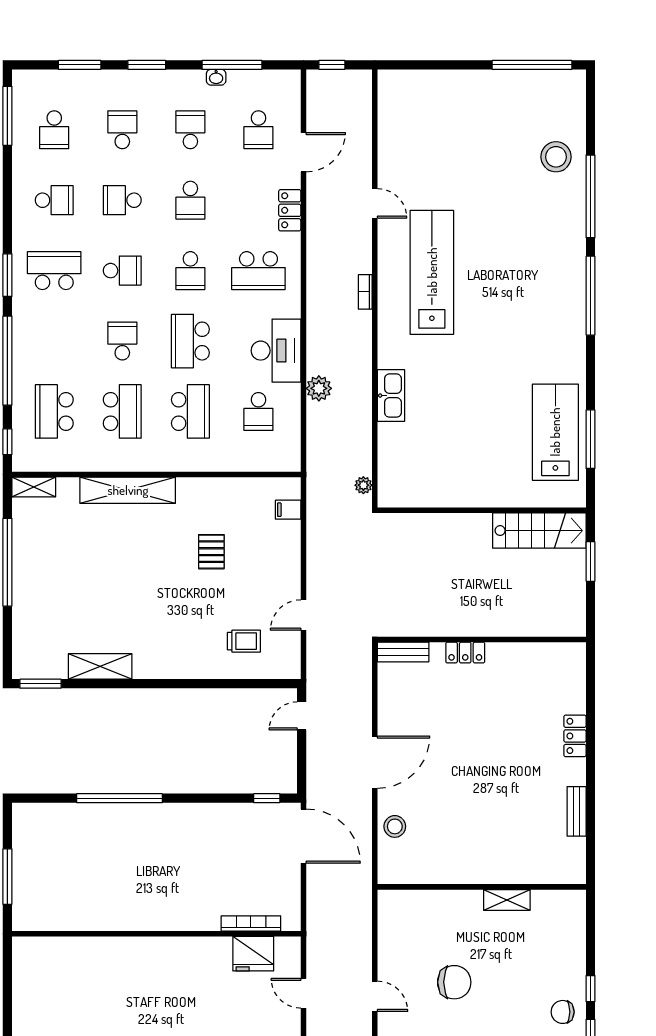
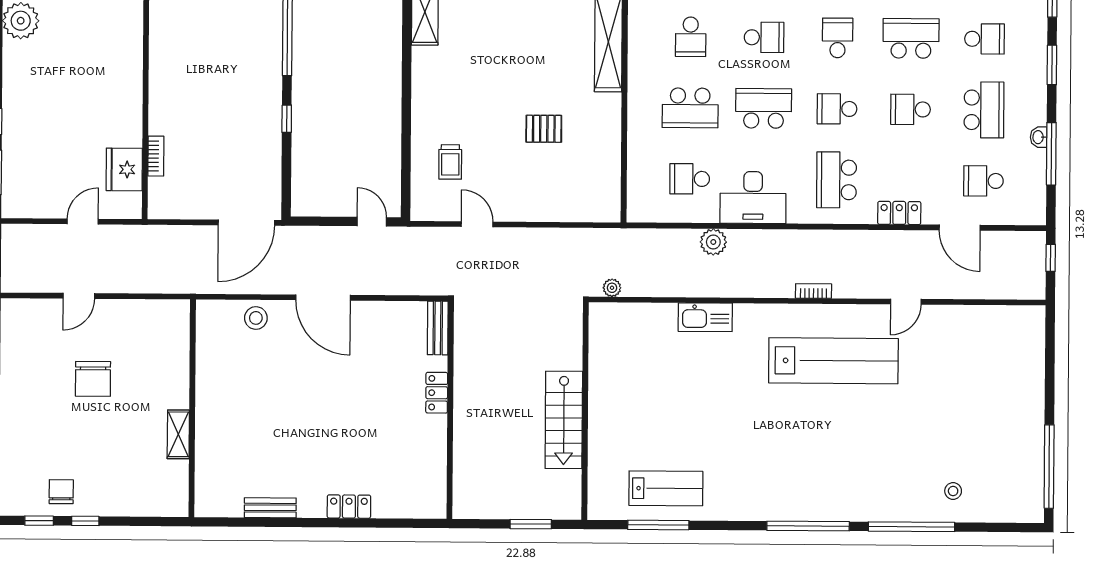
school desk: (190, 130) -> (984, 110), width x1.85
stool: (556, 157) -> (953, 491), width x0.53, depth x0.53
school desk: (122, 200) -> (911, 38), width x1.85
school desk: (122, 271) -> (838, 38), turned 180
school desk: (122, 411) -> (691, 37), width x0.54
lab bench: (555, 432) -> (666, 488), width x0.73, depth x0.72
filing cabinet: (288, 510) -> (587, 209), removed
stairs: (539, 531) -> (564, 420), moved
window: (267, 798) -> (287, 119), moved
bookcase: (251, 923) -> (156, 156), width x0.64

